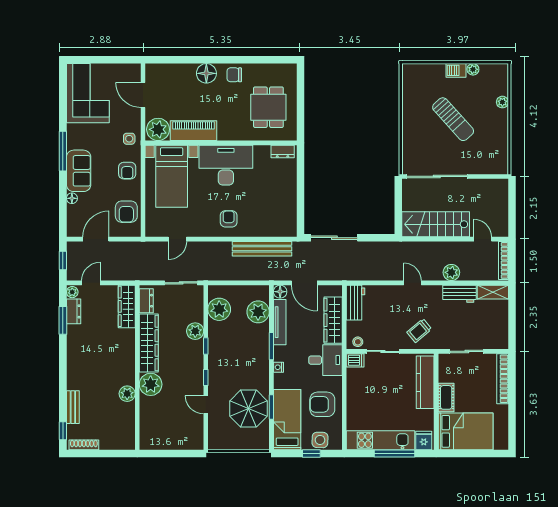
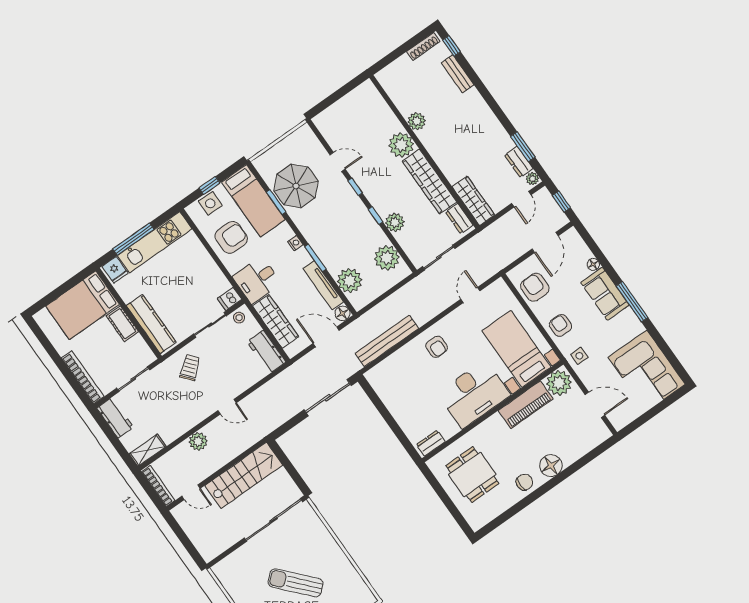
workbench: (460, 294) -> (115, 418), moved, turned 90

